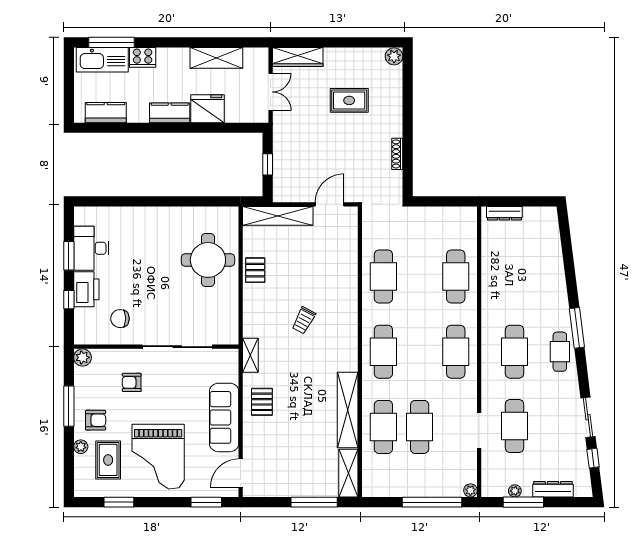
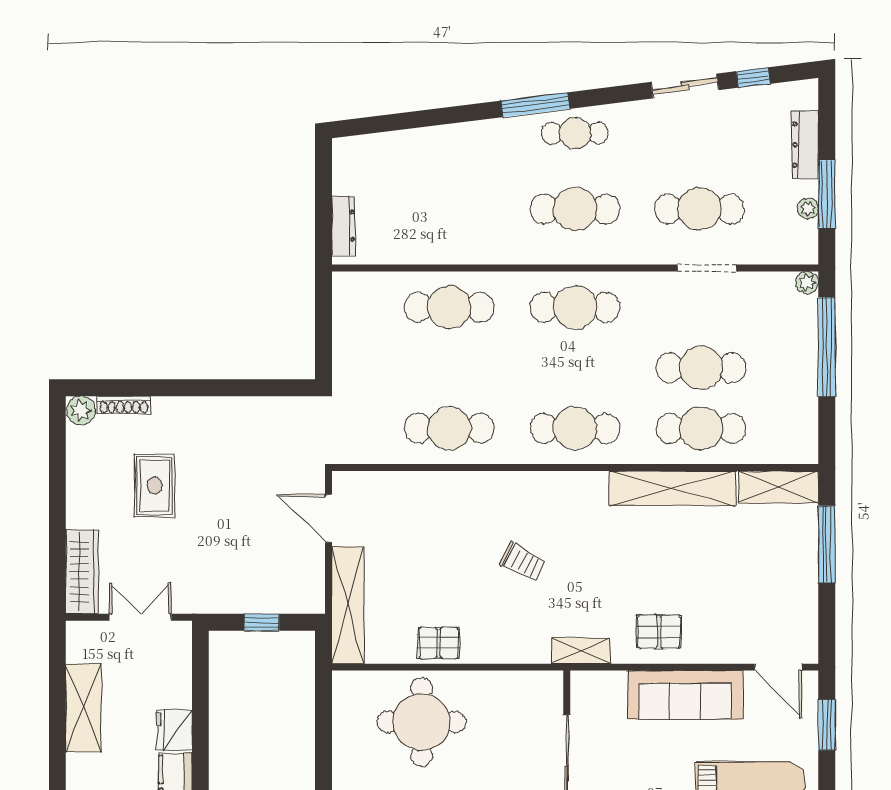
fridge: (208, 109) -> (174, 730), width x0.73, depth x0.75
shoe rack: (397, 154) -> (124, 405), moved

